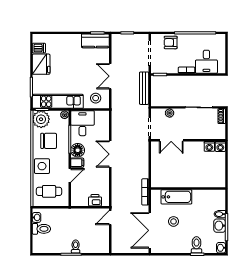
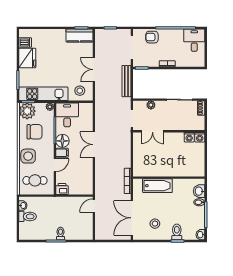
desk: (206, 62) -> (194, 40), moved, turned 180
printer: (95, 200) -> (62, 189), moved
stool: (174, 221) -> (155, 224), moved
washbasin: (220, 226) -> (199, 191), moved

